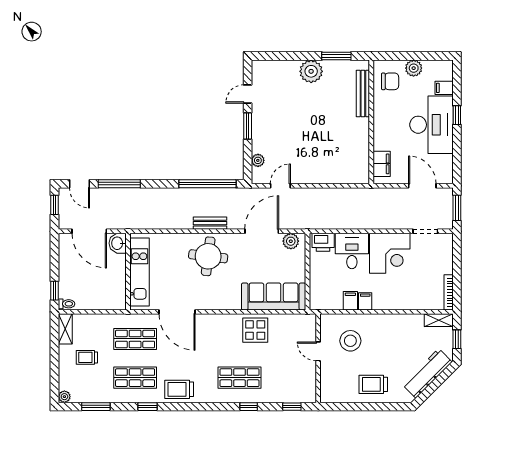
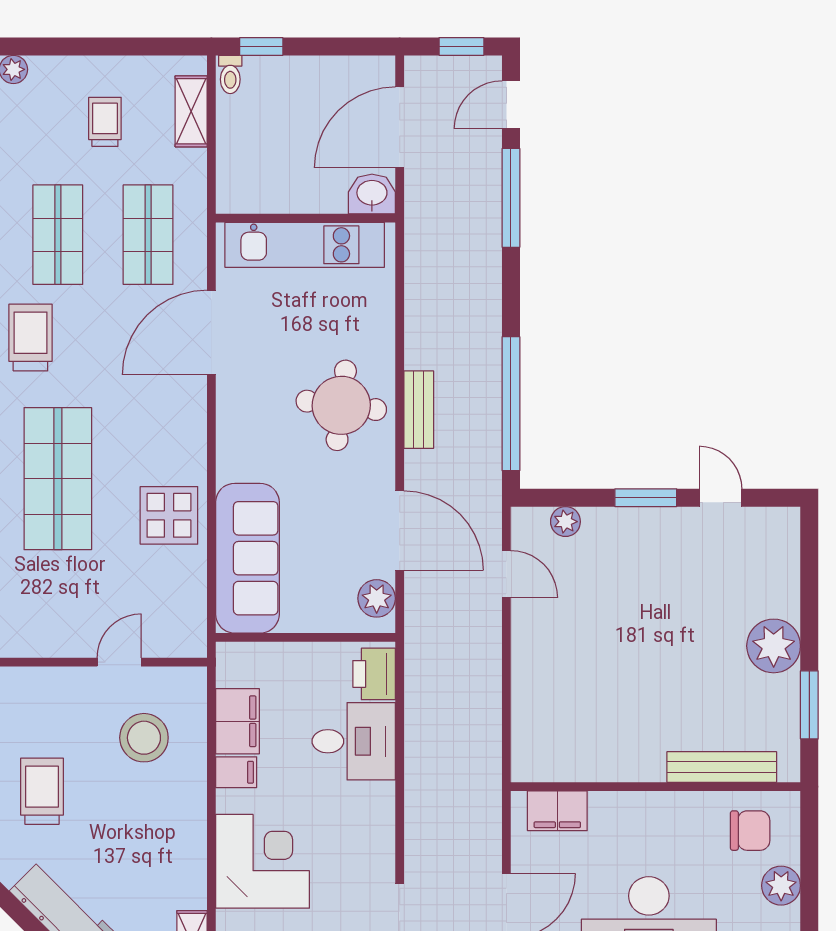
chair: (390, 81) -> (750, 831), turned -90
corner desk: (390, 253) -> (262, 861), moved, turned 180
filing cabinet: (350, 301) -> (237, 721), width x2.00
shelving: (65, 329) -> (191, 111), moved, turned 90
shop shelf: (240, 378) -> (58, 479), width x1.43, depth x1.36

